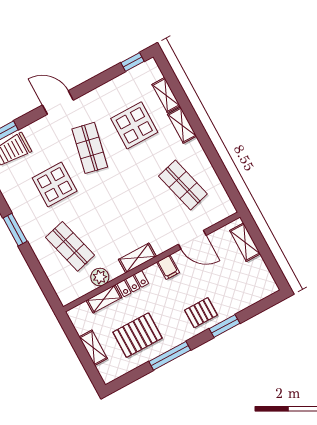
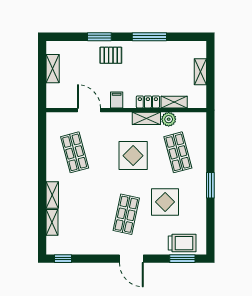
display table: (134, 125) -> (133, 156), moved
shelving: (245, 242) -> (53, 69), moved
shelving: (137, 258) -> (146, 118), moved
pallet: (137, 335) -> (164, 64), removed

